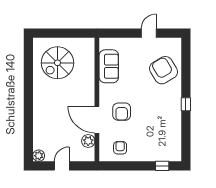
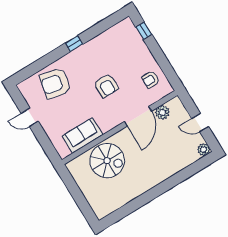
spiral stairs: (57, 63) -> (107, 161), moved
armchair: (164, 70) -> (55, 83), turned 43
armchair: (122, 112) -> (106, 86), moved, turned 90

